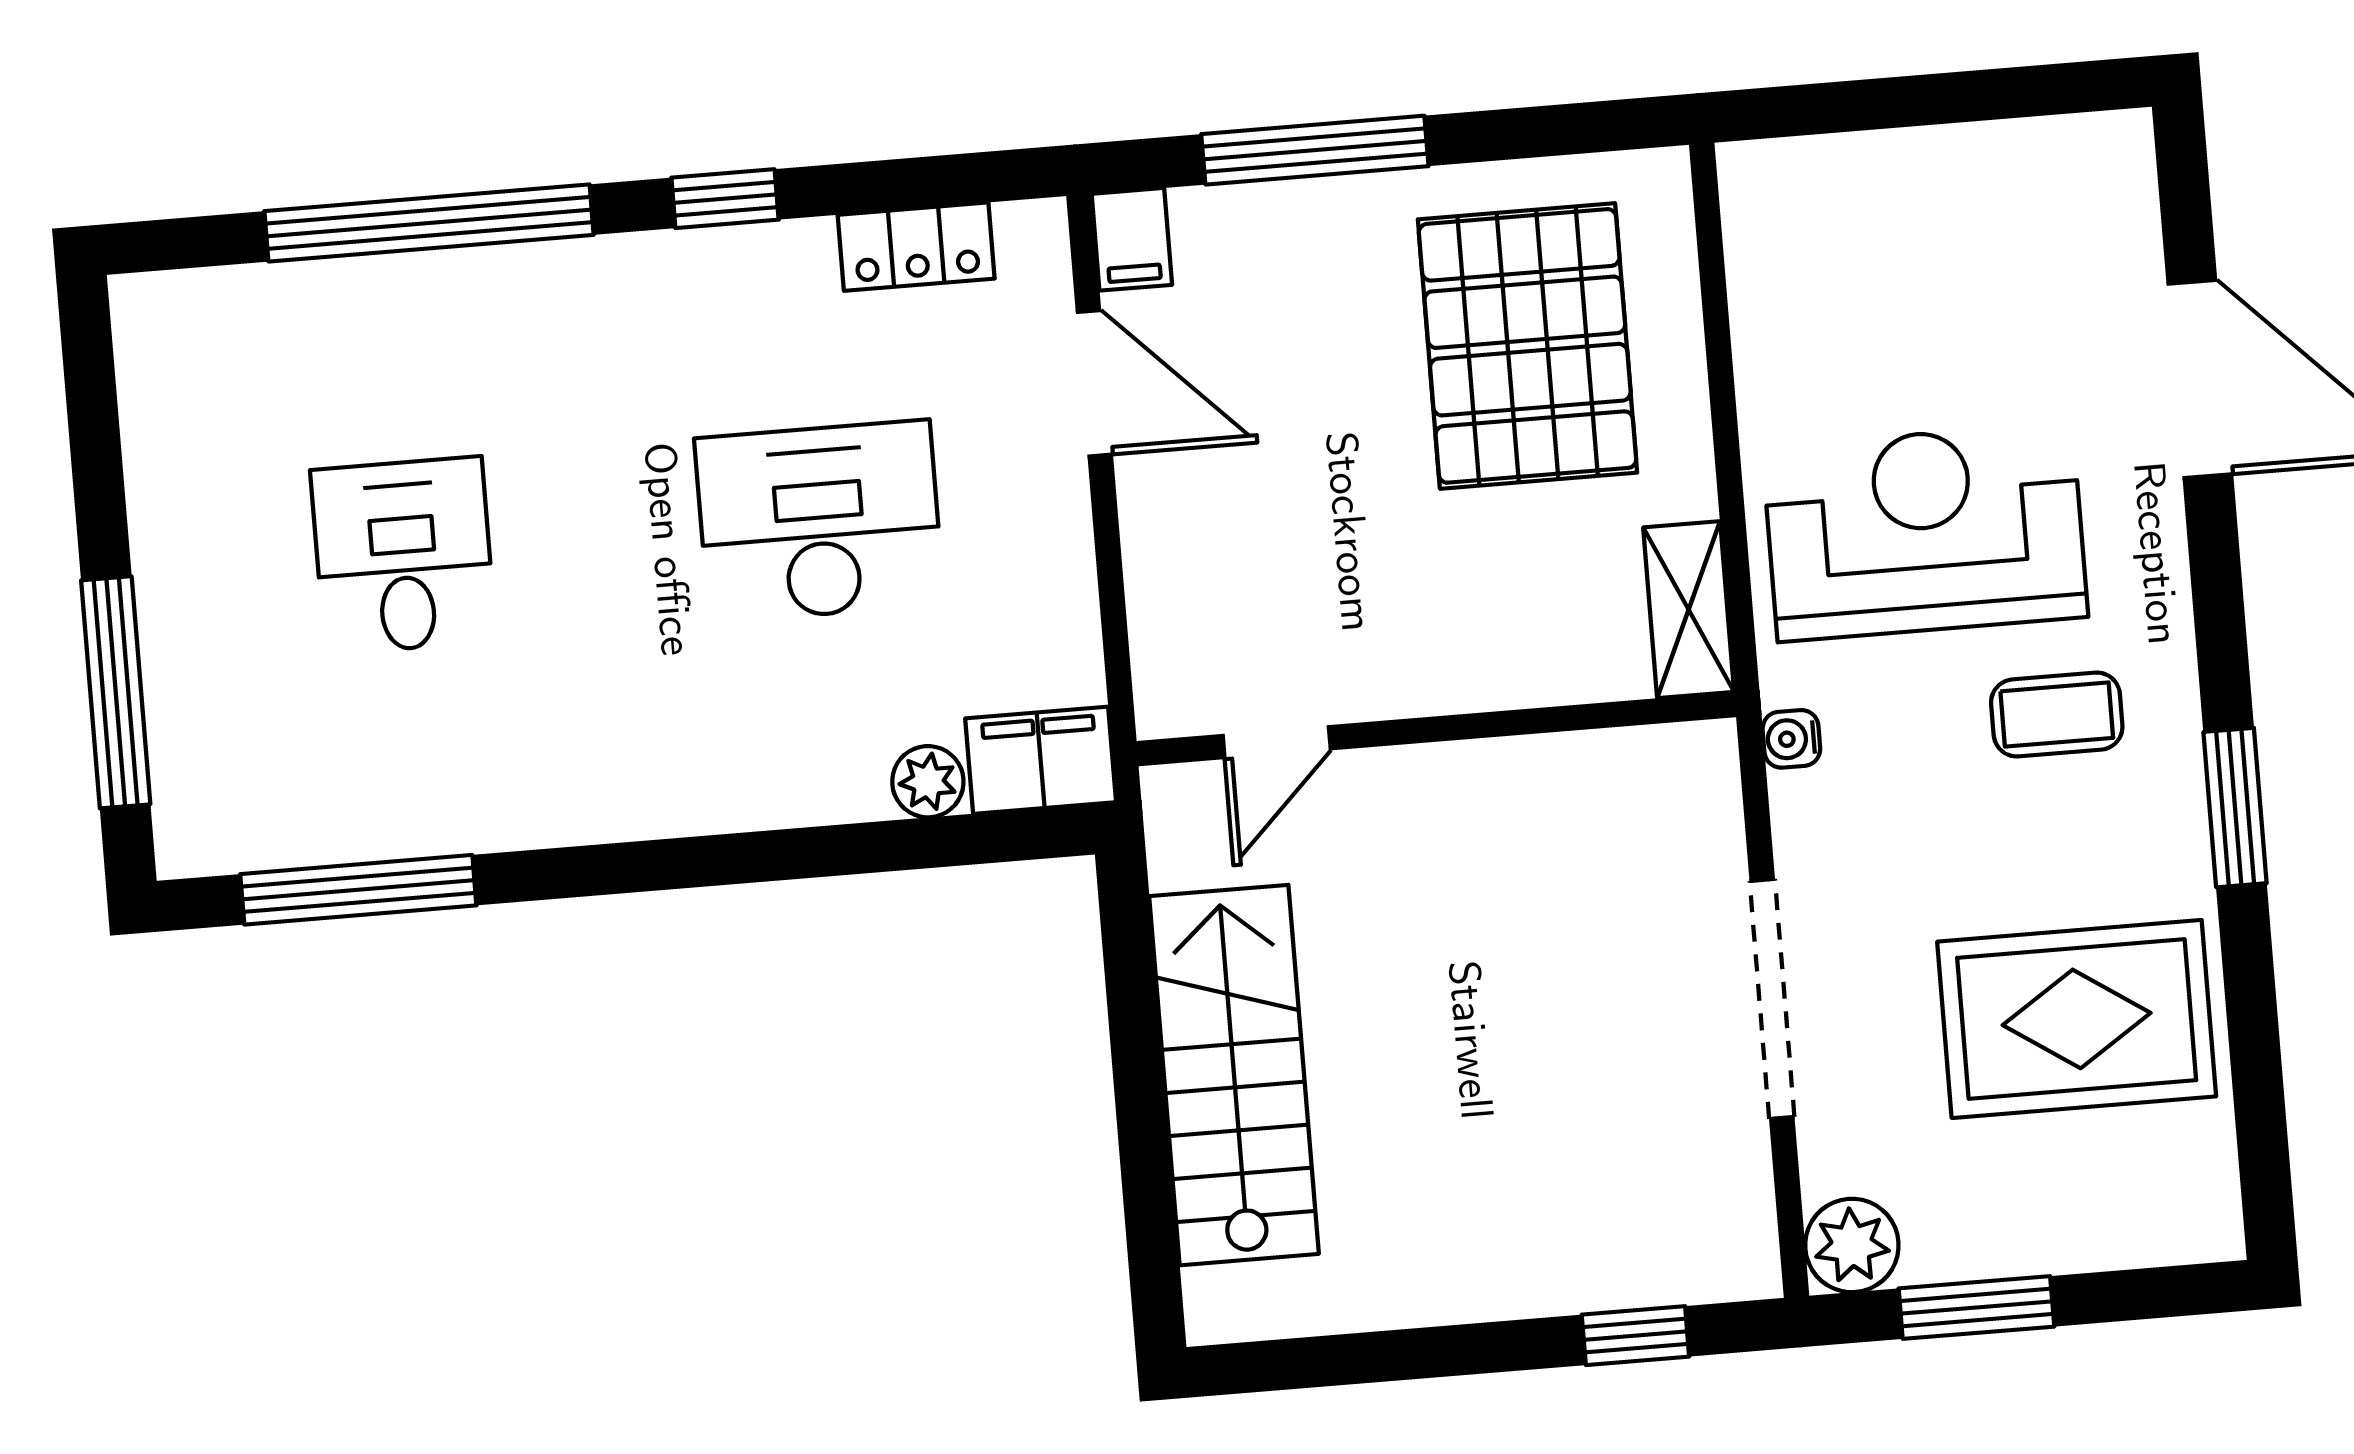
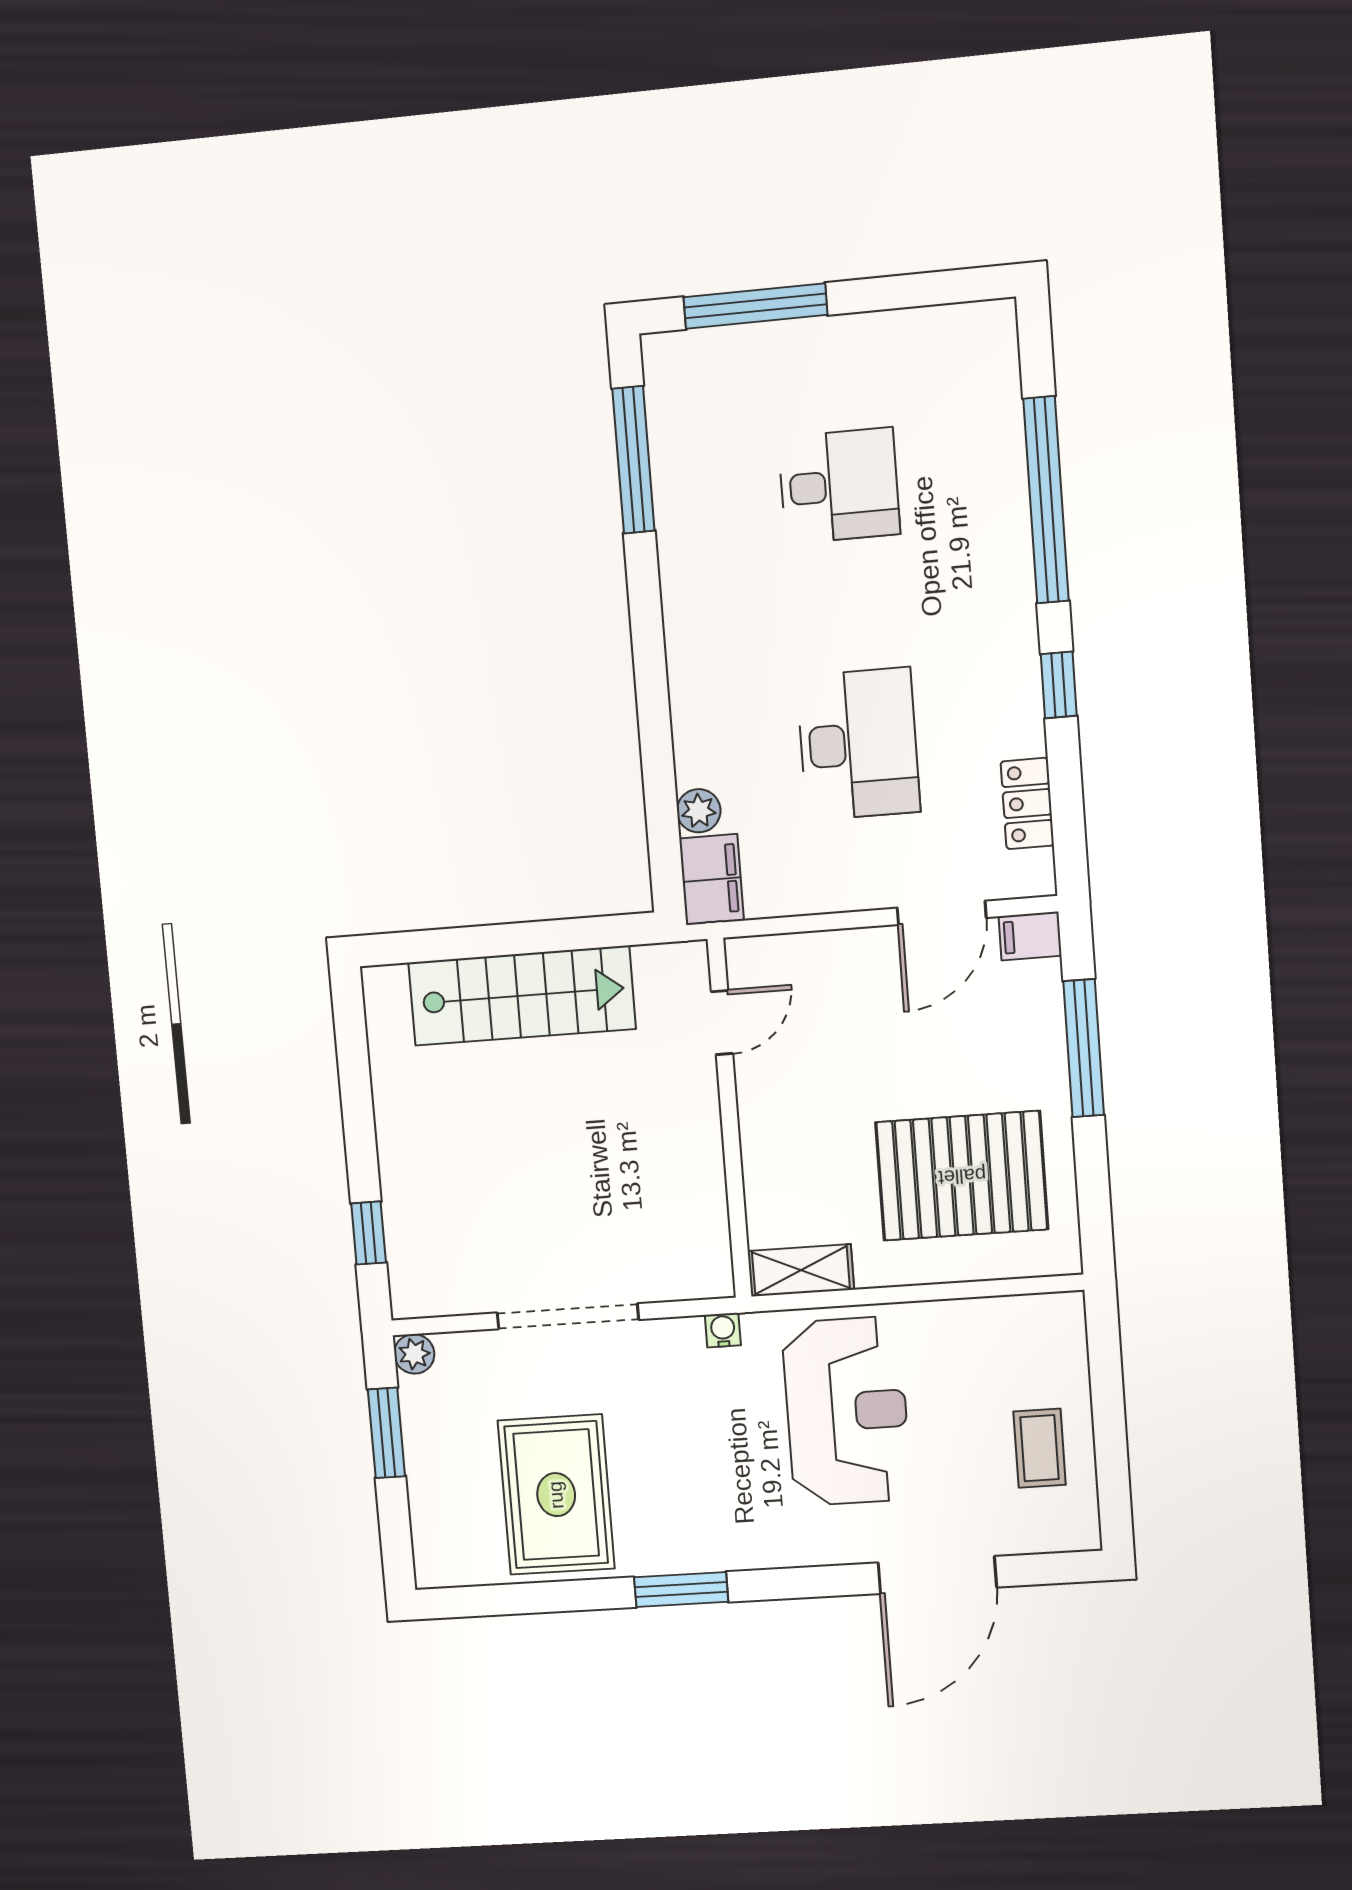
coffee table: (2057, 715) -> (1040, 1448), moved
door: (1277, 742) -> (722, 1023), swing flipped
plant: (1852, 1245) -> (414, 1354), width x0.73, depth x0.73

